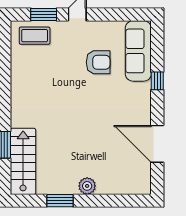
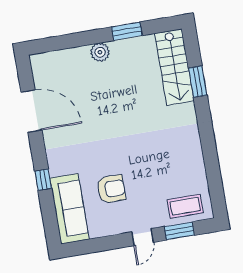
armchair: (98, 62) -> (111, 189), turned 180

